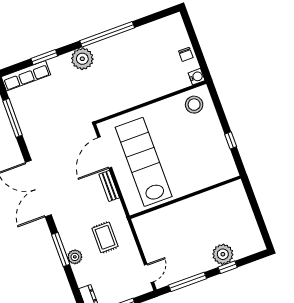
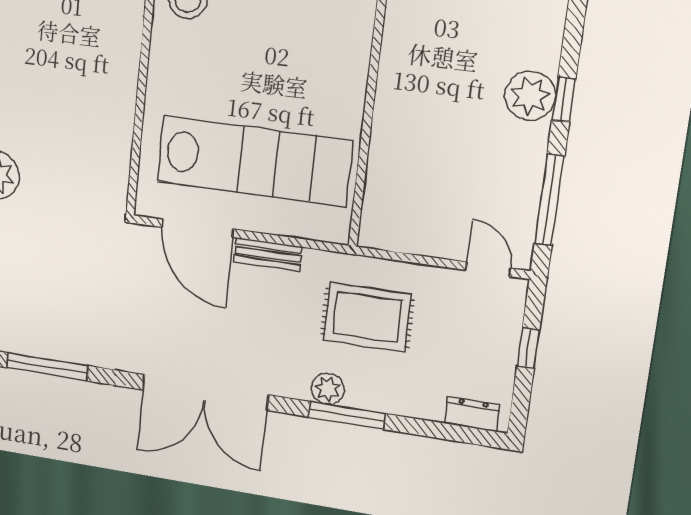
lab bench: (144, 162) -> (254, 161), turned 180
rug: (105, 237) -> (367, 317), width x1.36, depth x1.43
plant: (75, 257) -> (328, 389), moved

